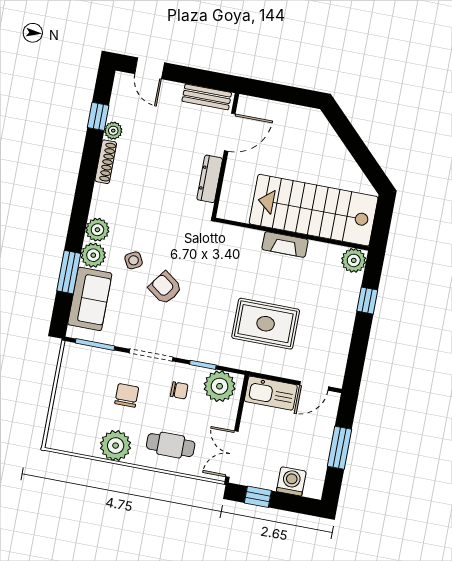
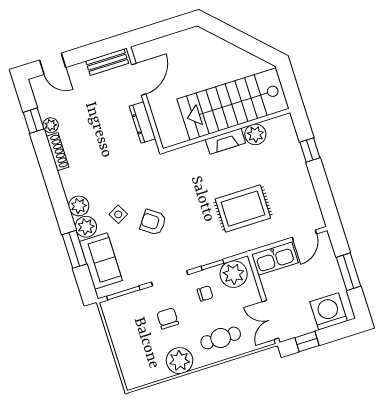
plant: (354, 260) -> (255, 134), moved
washing machine: (291, 481) -> (329, 311), width x1.37, depth x1.37

